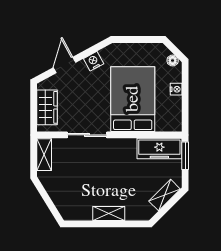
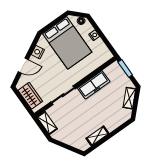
door: (64, 65) -> (23, 66), swing flipped
bed: (133, 99) -> (67, 43), moved, turned 180
freezer: (159, 149) -> (94, 85), moved
shelving: (109, 213) -> (97, 136), moved

